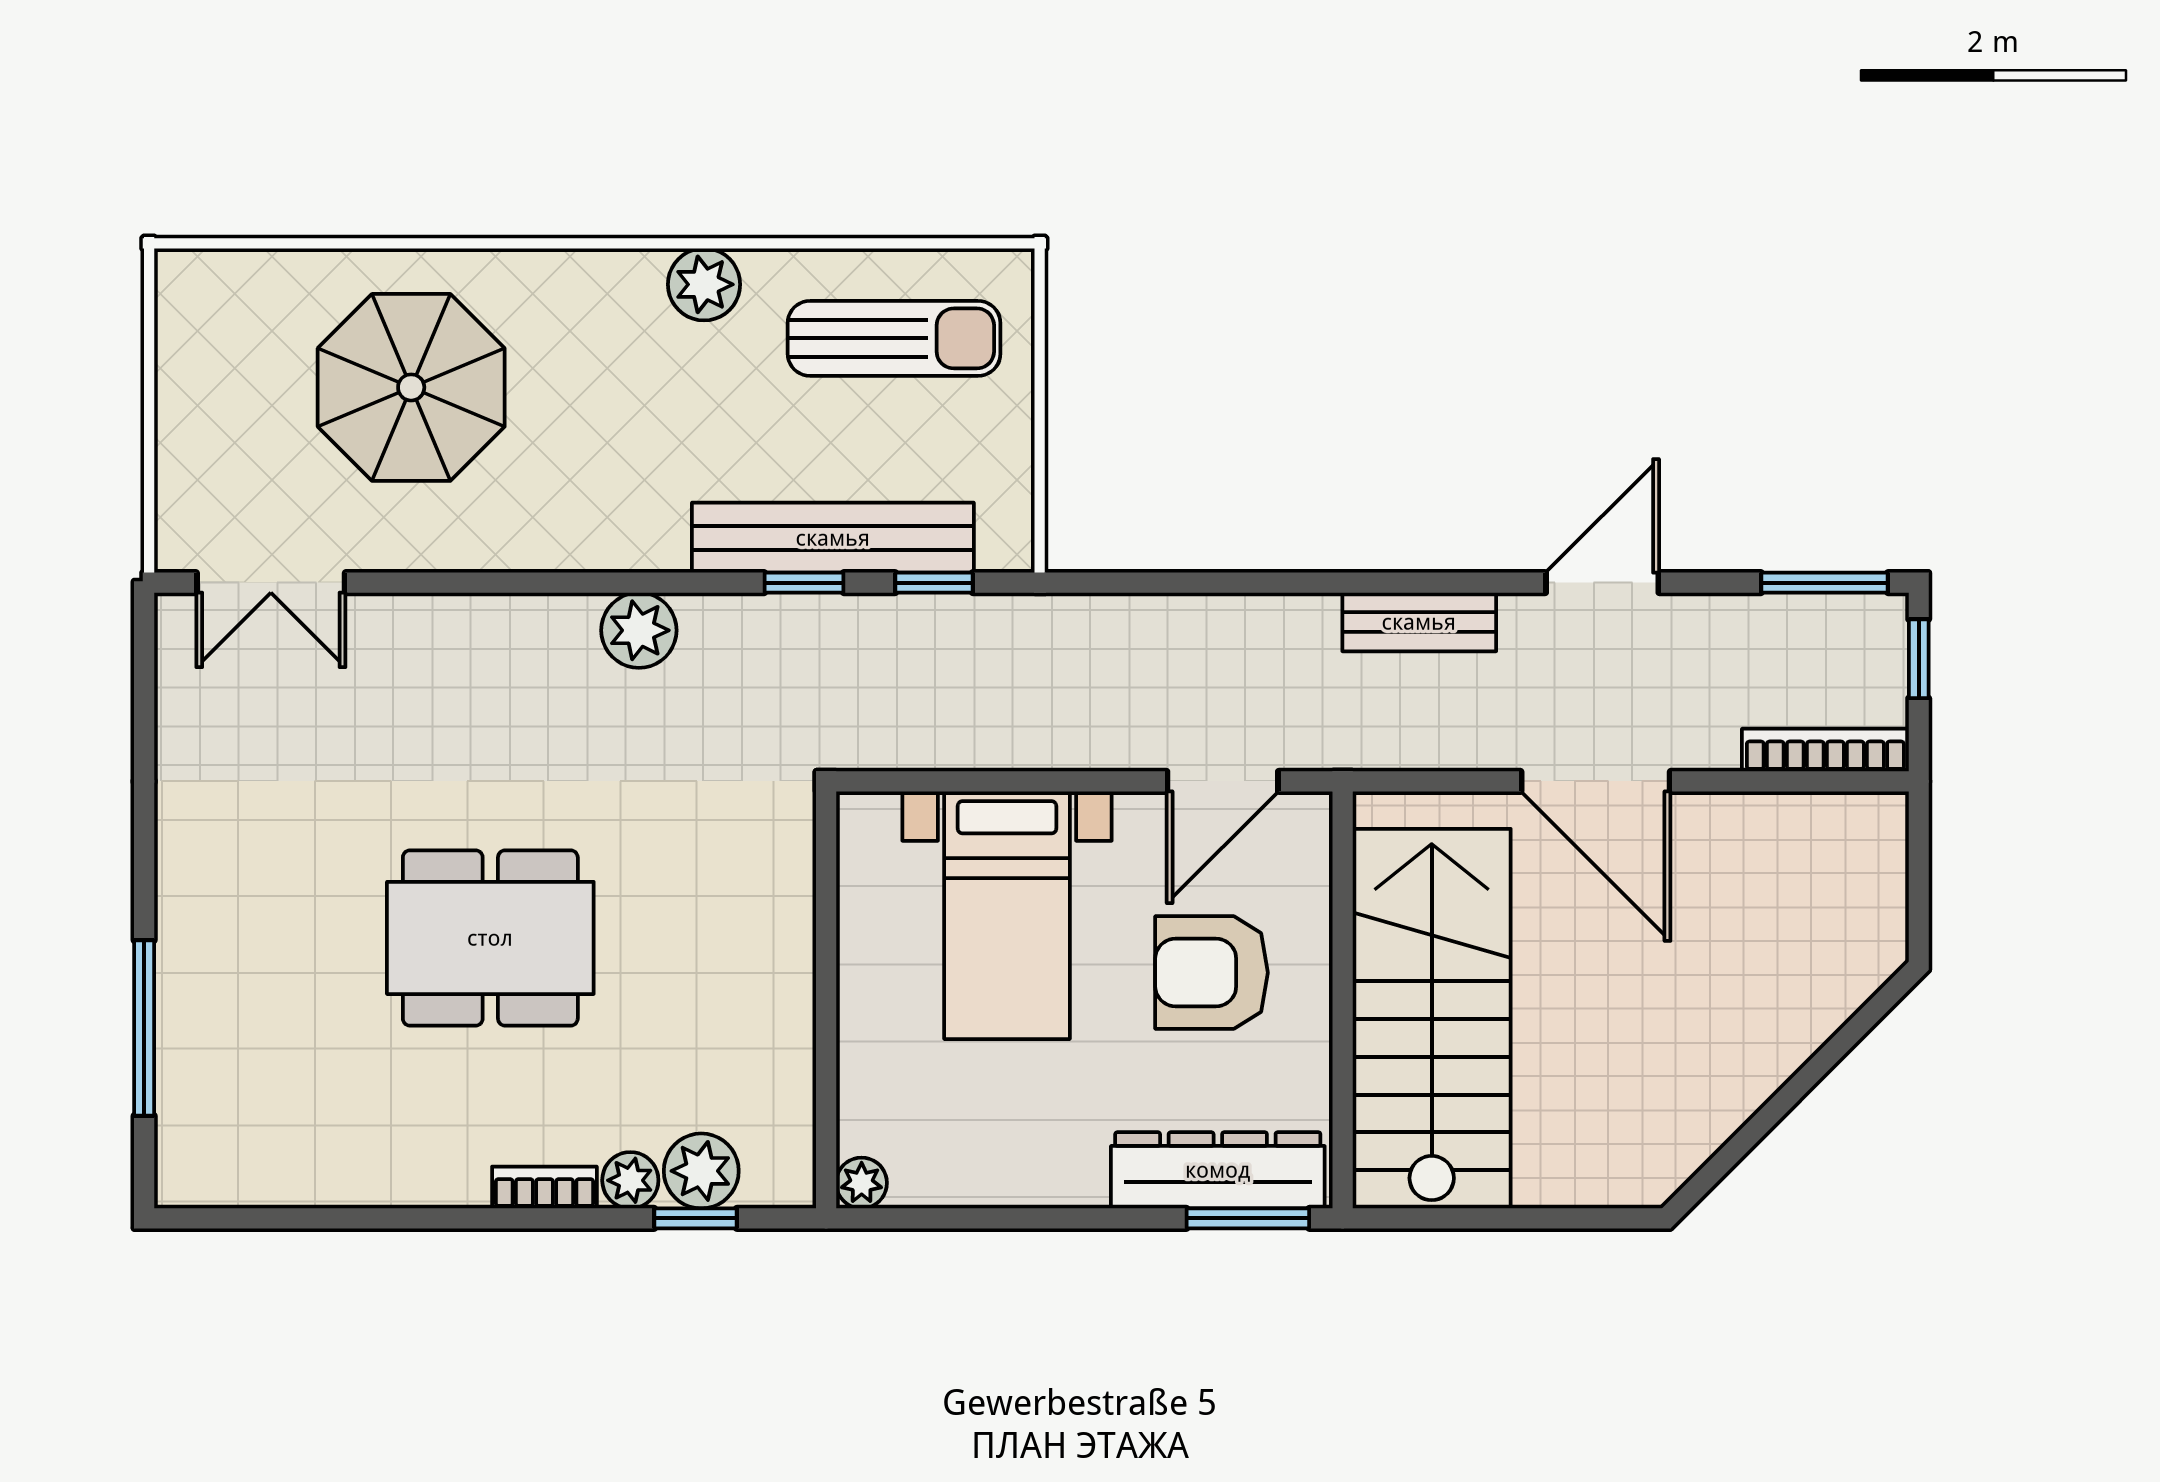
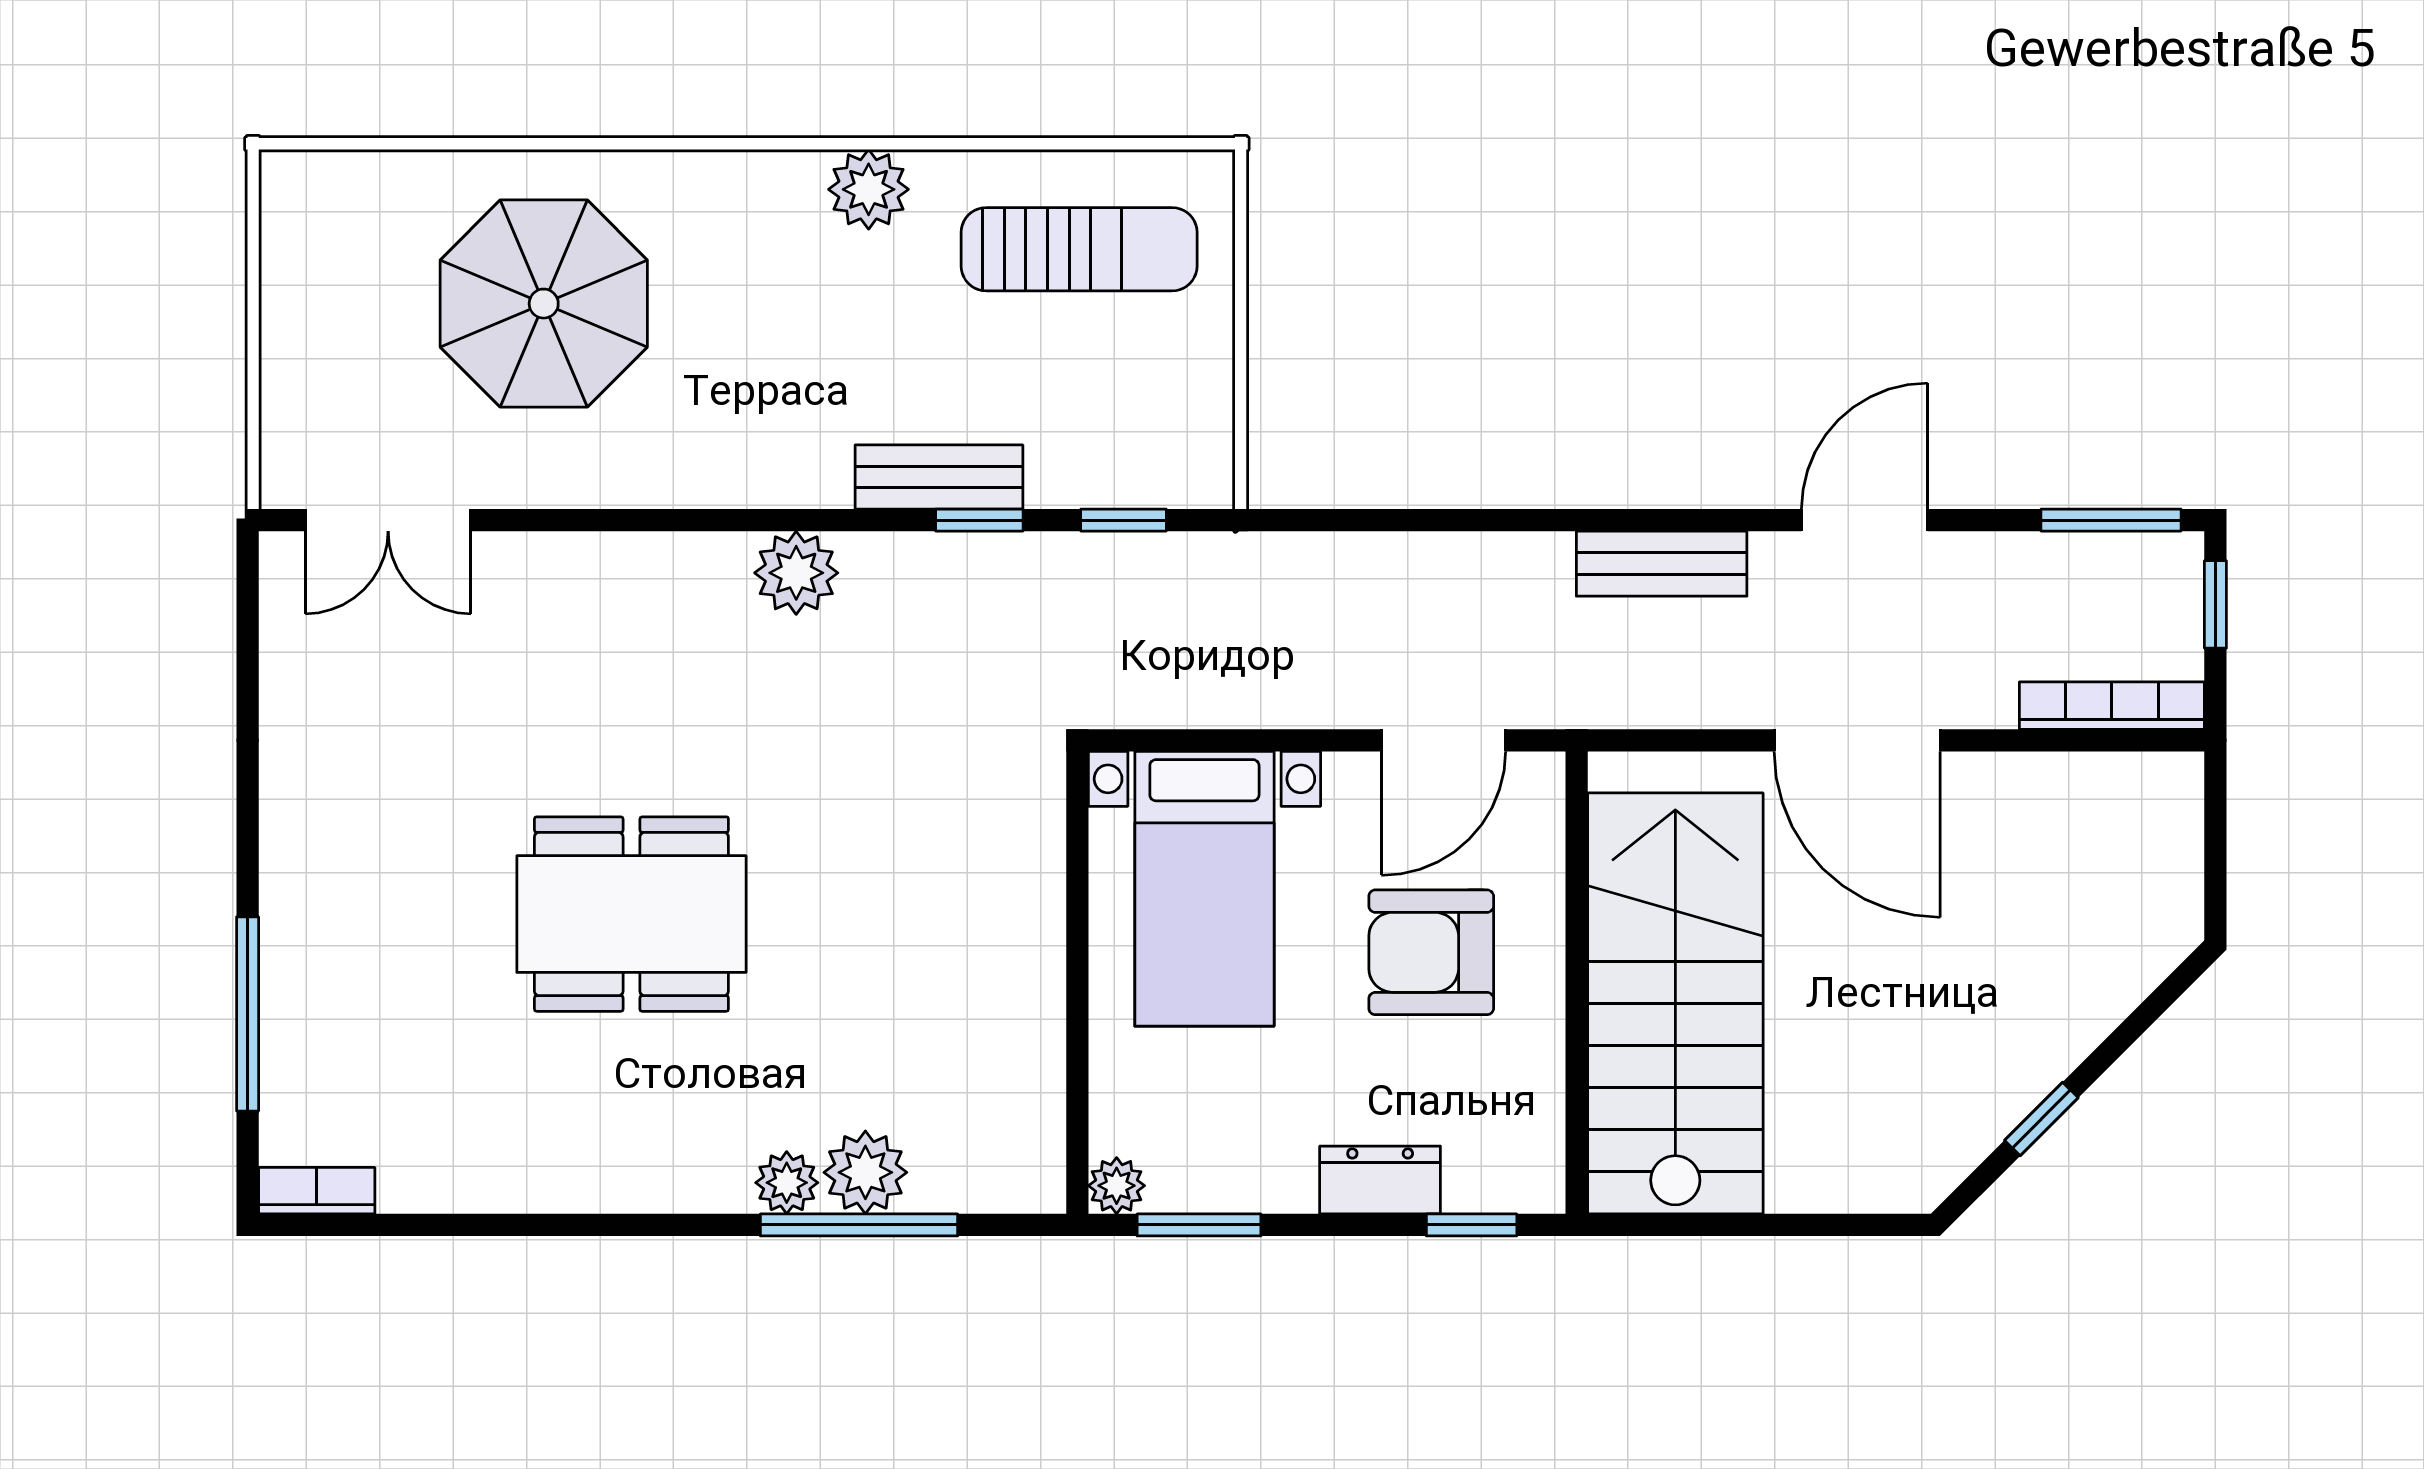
bench: (833, 538) -> (939, 477), width x0.54, depth x0.82
wall: (826, 1000) -> (1077, 983), moved
window: (1762, 1123) -> (2041, 1119), added
dresser: (1218, 1170) -> (1380, 1180), width x0.51, depth x0.80
plant: (862, 1183) -> (1117, 1186), moved
bookcase: (544, 1187) -> (317, 1191), moved
window: (695, 1218) -> (859, 1225), width x2.17
window: (1002, 1218) -> (1199, 1225), added
window: (1248, 1218) -> (1472, 1225), width x0.67

